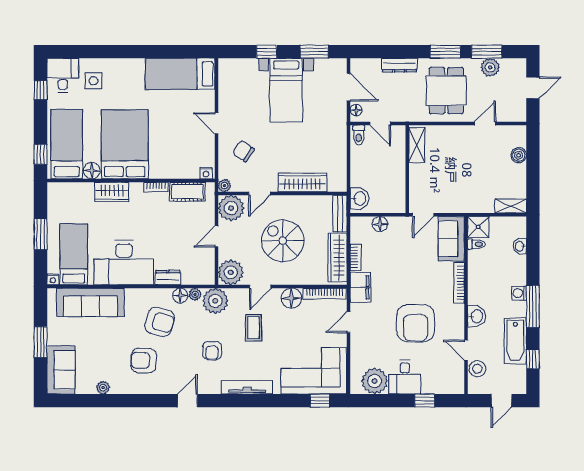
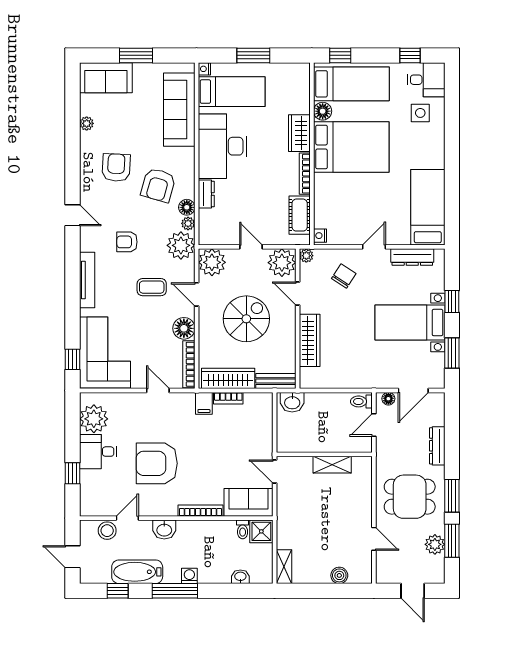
dresser: (226, 88) -> (412, 257), added
shelving: (417, 145) -> (332, 465), moved
bookcase: (156, 187) -> (305, 174), width x1.56
floor lamp: (380, 224) -> (264, 425), removed
filing cabinet: (360, 287) -> (204, 403), width x0.50

